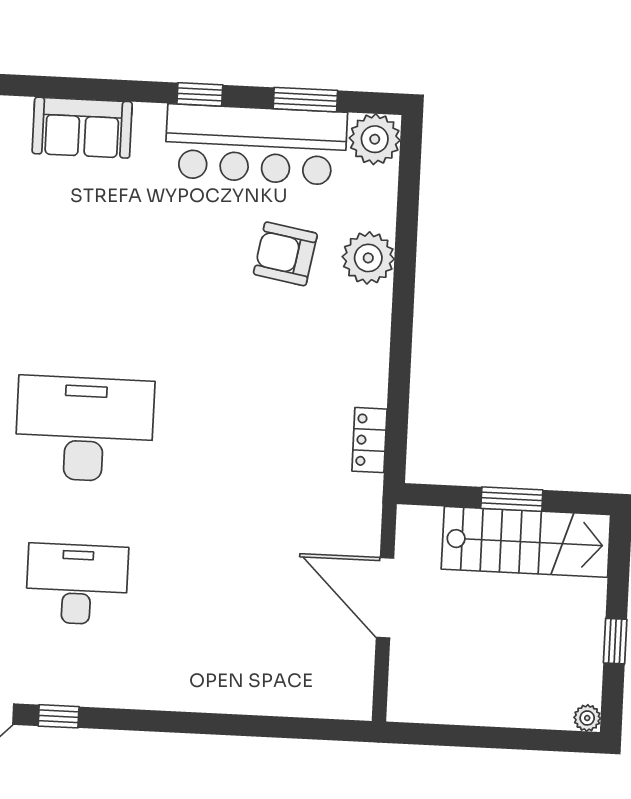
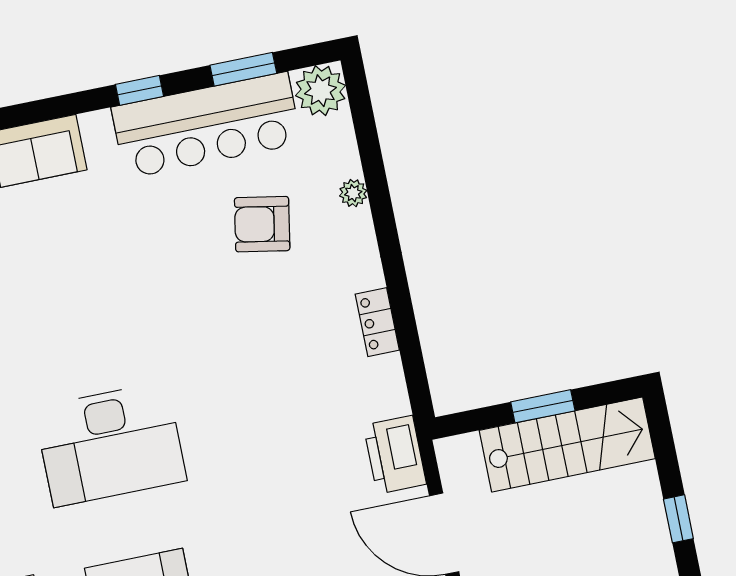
plant: (368, 258) -> (353, 193), width x0.53, depth x0.53
desk: (85, 429) -> (110, 444), turned 180
locker: (369, 440) -> (377, 322), moved
printer: (357, 509) -> (395, 455), added

